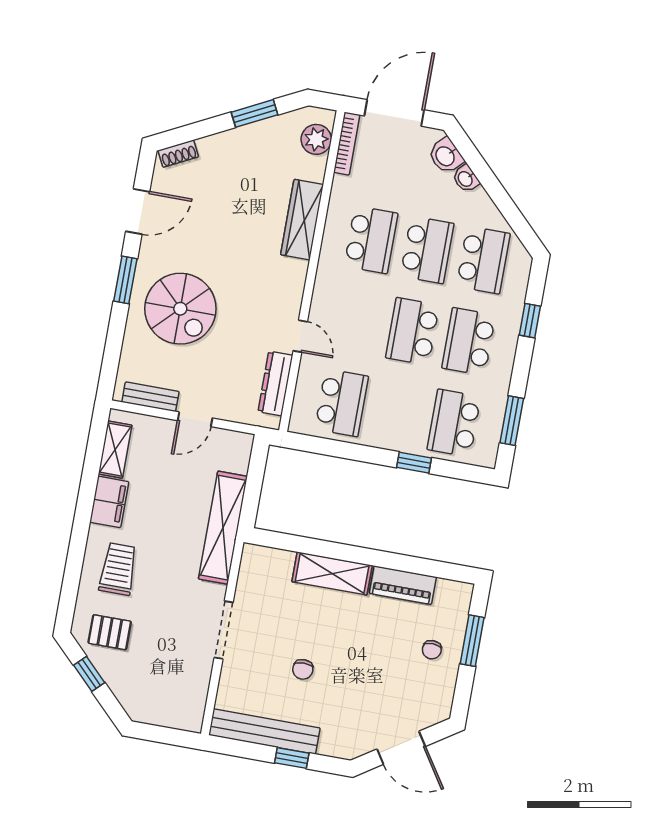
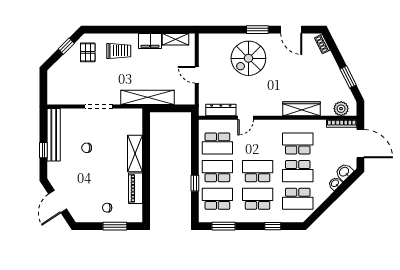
school desk: (371, 240) -> (298, 143), turned 180
bench: (150, 397) -> (204, 52), removed
school desk: (398, 413) -> (217, 171), added

